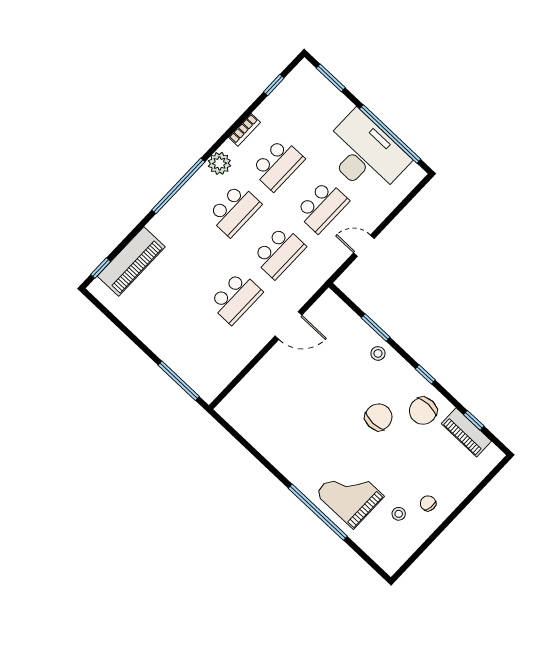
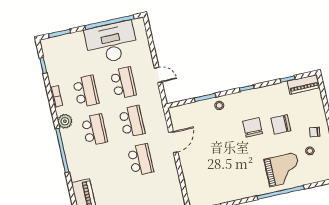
door: (364, 246) -> (158, 75), swing flipped
chair: (423, 411) -> (281, 124), moved, turned 90
piano: (466, 432) -> (304, 84), moved
grand piano: (350, 495) -> (283, 170), turned 180

